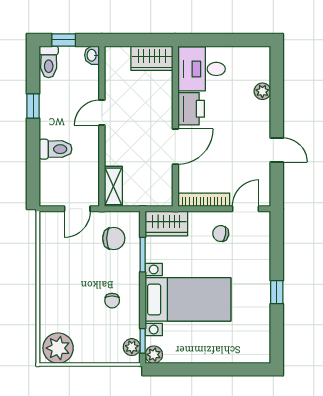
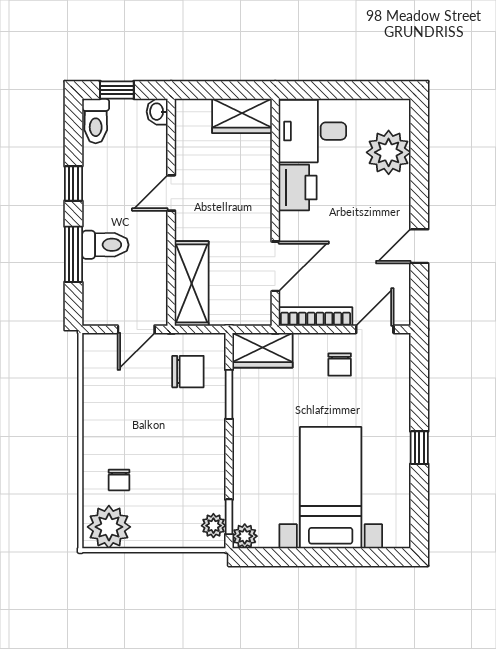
plant: (262, 91) -> (389, 152), width x1.87, depth x1.87
door: (175, 147) -> (275, 266), moved
door: (277, 150) -> (419, 246), swing flipped
window: (33, 156) -> (73, 254), added
shelving: (113, 186) -> (192, 283), width x1.50, depth x1.33
chair: (221, 234) -> (340, 364), turned -100
bed with nightstands: (188, 299) -> (331, 488), moved, turned -90
chair: (112, 301) -> (119, 480), moved

